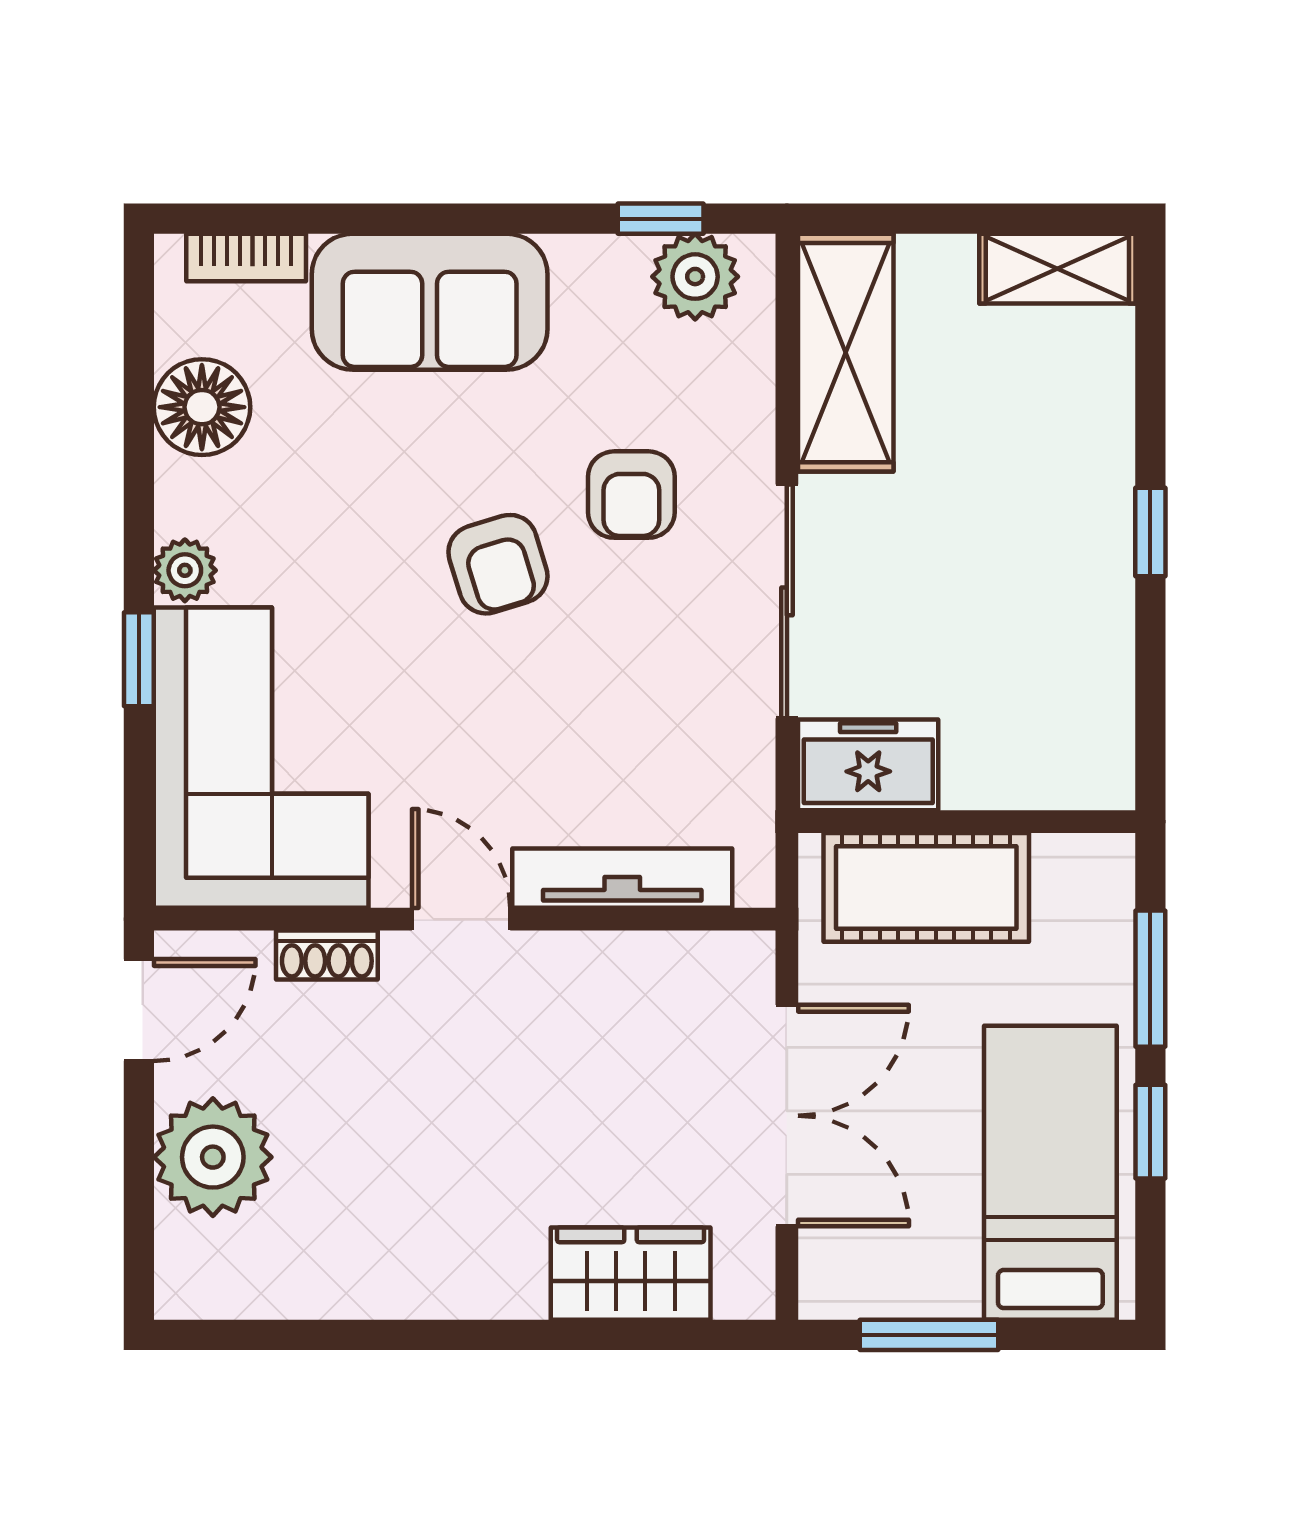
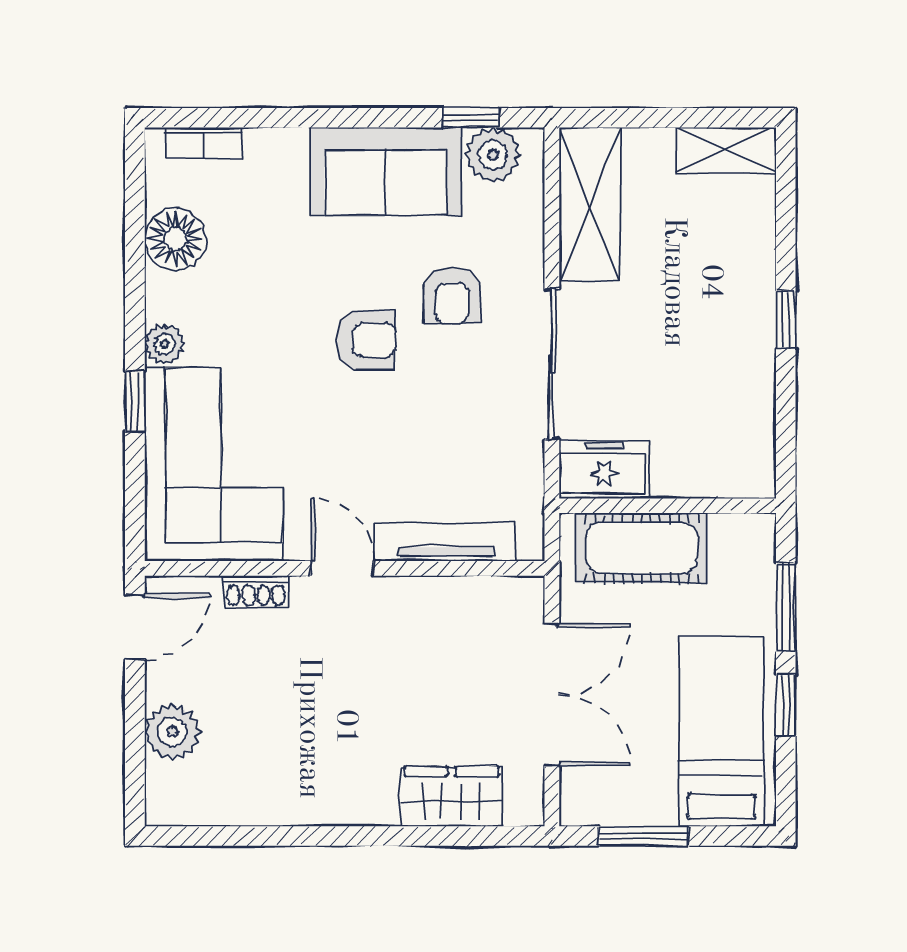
sofa: (430, 302) -> (385, 171), moved
armchair: (498, 564) -> (366, 340), turned -73
plant: (213, 1157) -> (172, 732), width x0.73, depth x0.73

